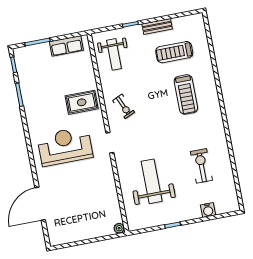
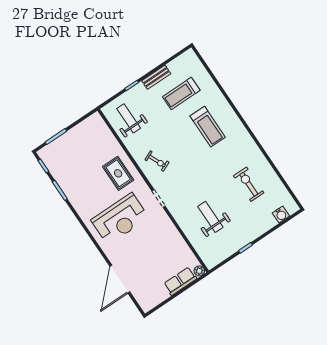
row of seats: (66, 46) -> (180, 281), moved, turned 180
weight bench: (114, 54) -> (129, 118), turned 180
rug: (82, 102) -> (118, 173), turned 90
reception desk: (65, 146) -> (120, 219), turned 180
weight bench: (152, 181) -> (210, 217), width x0.73, depth x0.75
water cooler: (208, 210) -> (281, 215), moved

